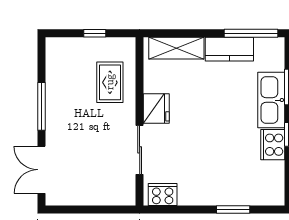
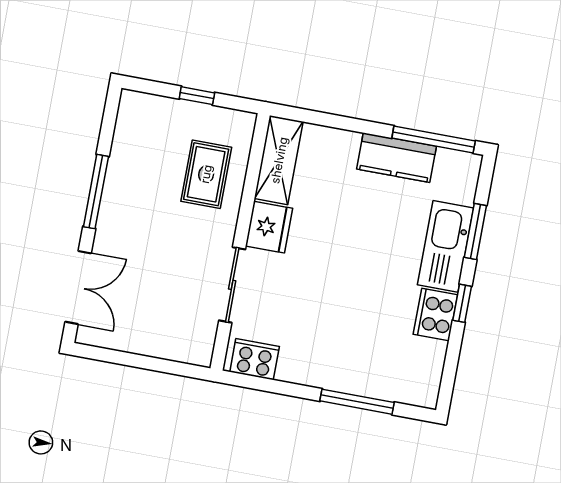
shelving: (176, 48) -> (279, 160), moved, turned 90
double door: (42, 170) -> (78, 288), swing flipped
window: (233, 210) -> (357, 402), width x1.44

